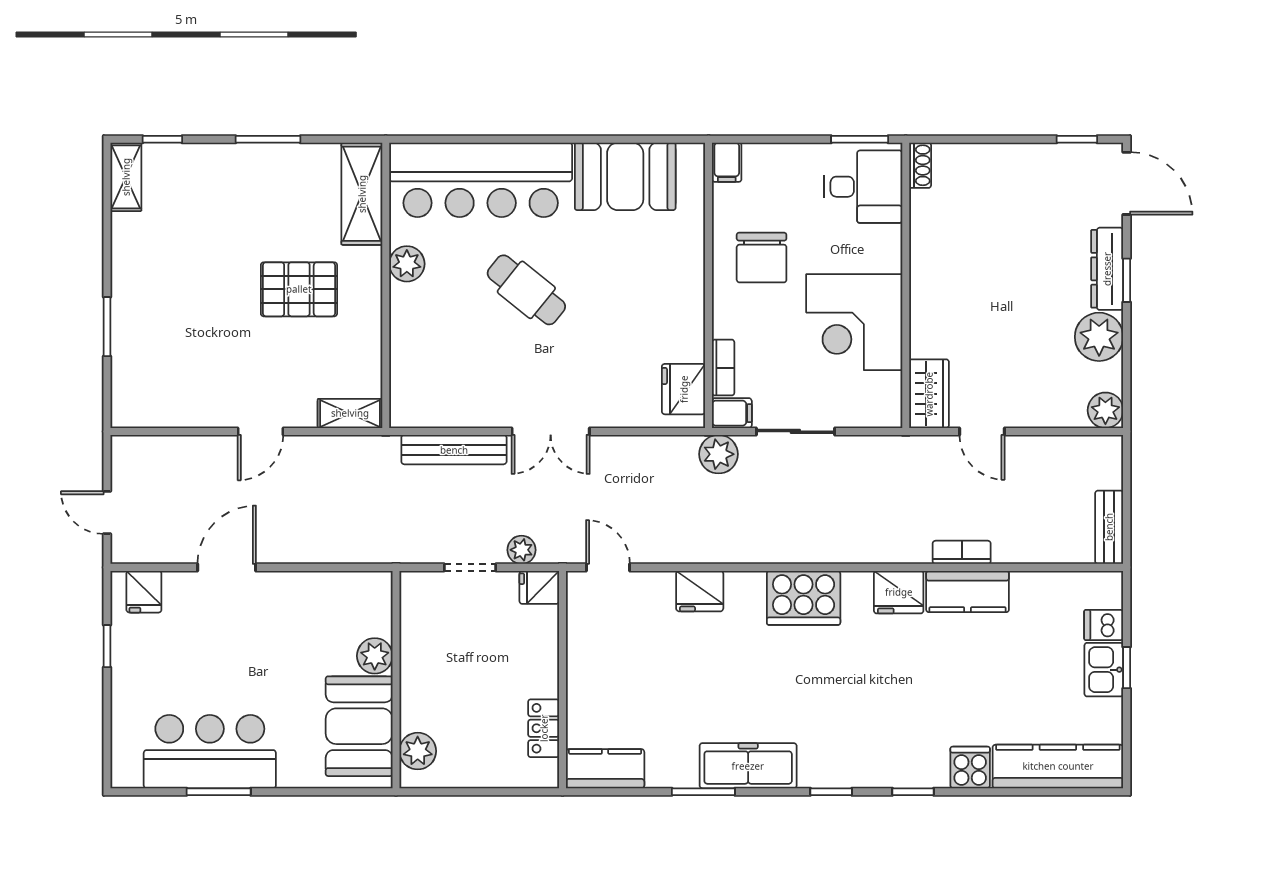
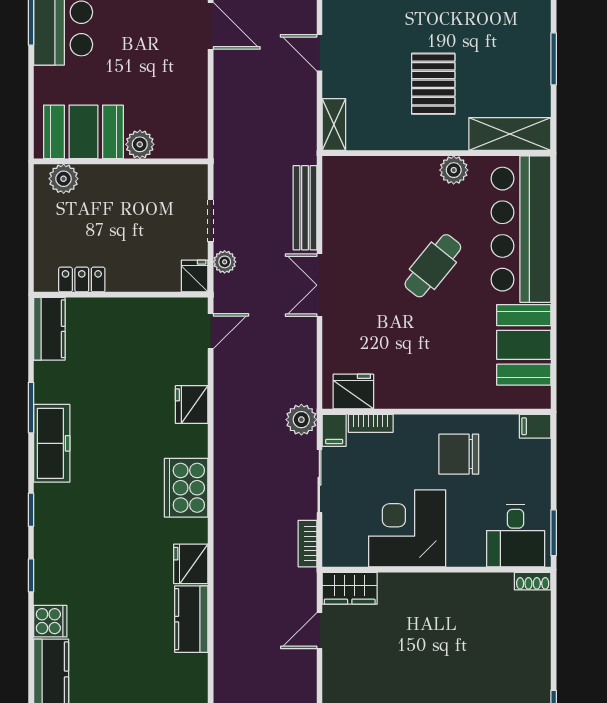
bookcase: (962, 552) -> (307, 544), moved, turned 180

